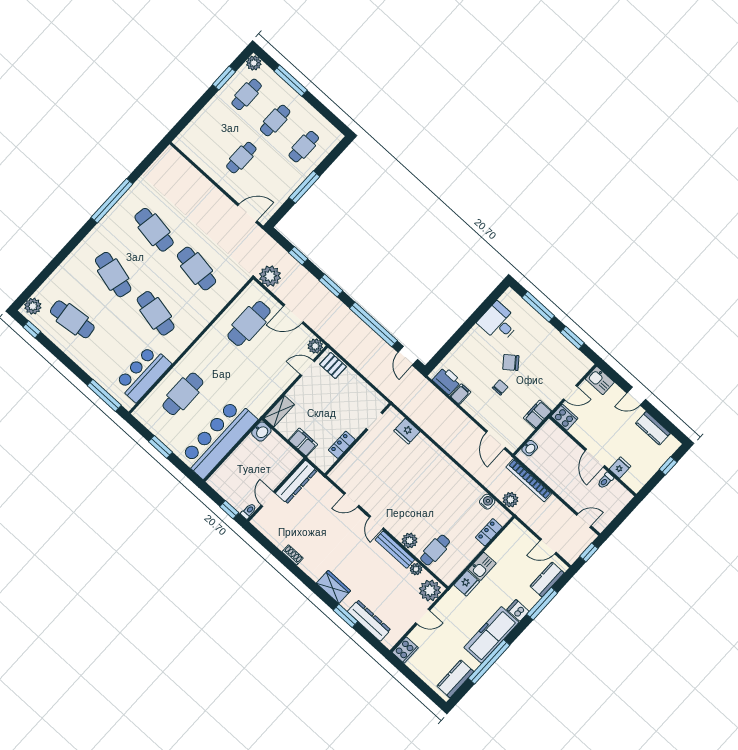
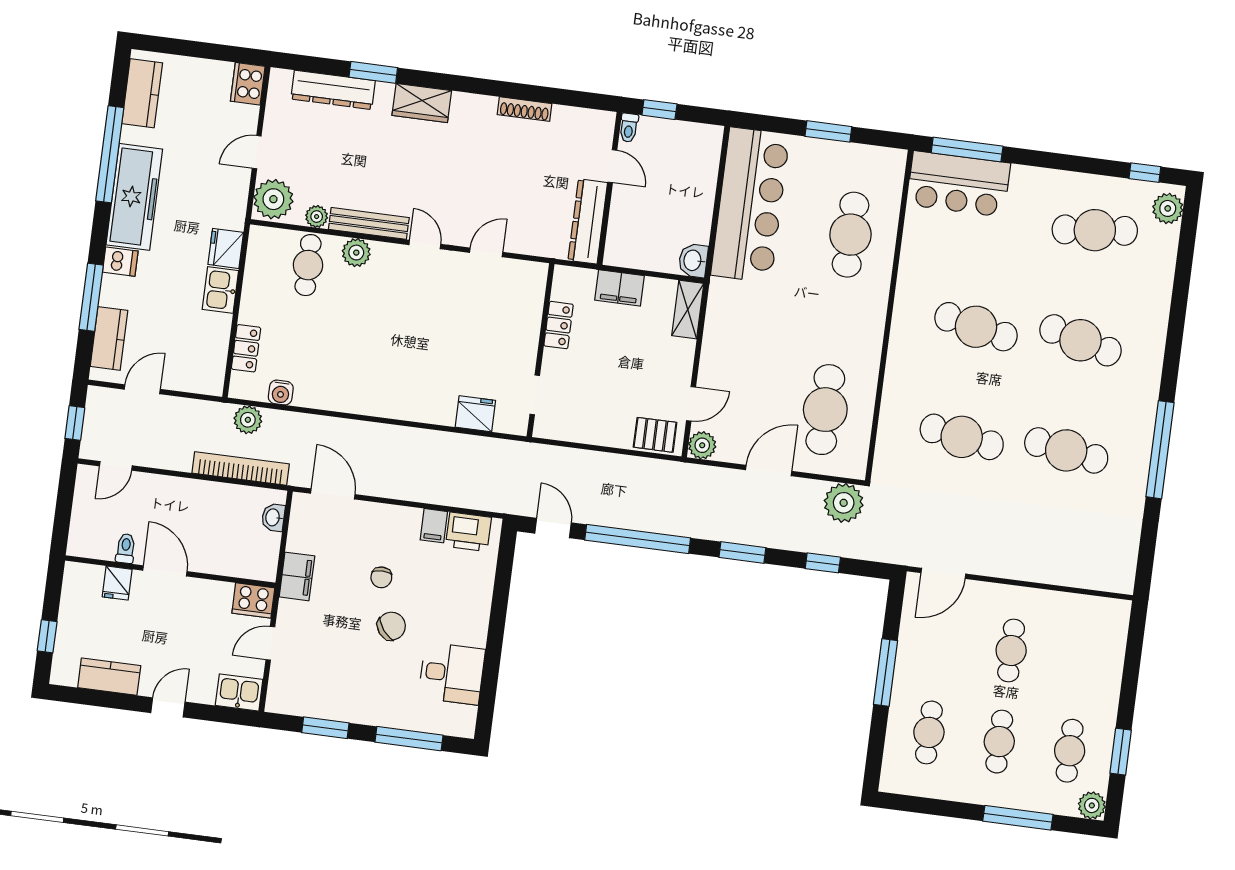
bar counter: (143, 374) -> (959, 184), moved, turned 90
shoe rack: (293, 555) -> (525, 109), width x1.43

